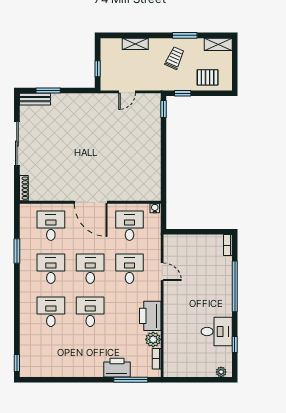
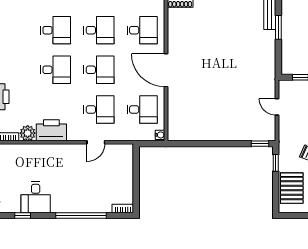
pallet: (208, 77) -> (292, 188), width x1.50, depth x1.42
door: (91, 202) -> (166, 70), hinge flipped

